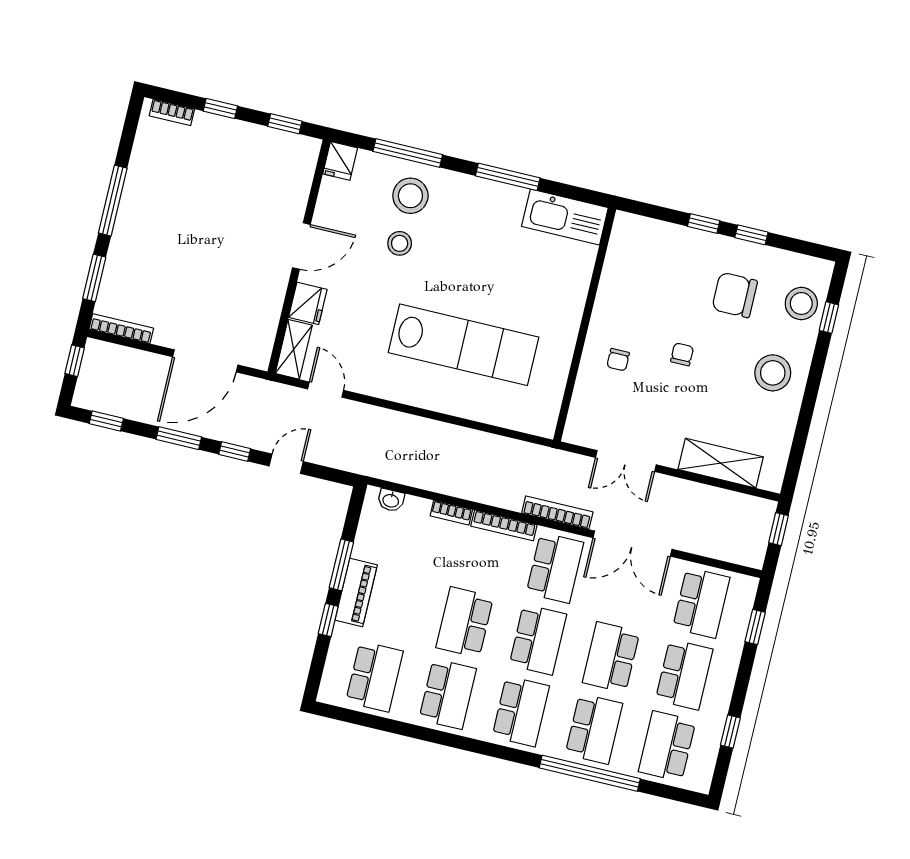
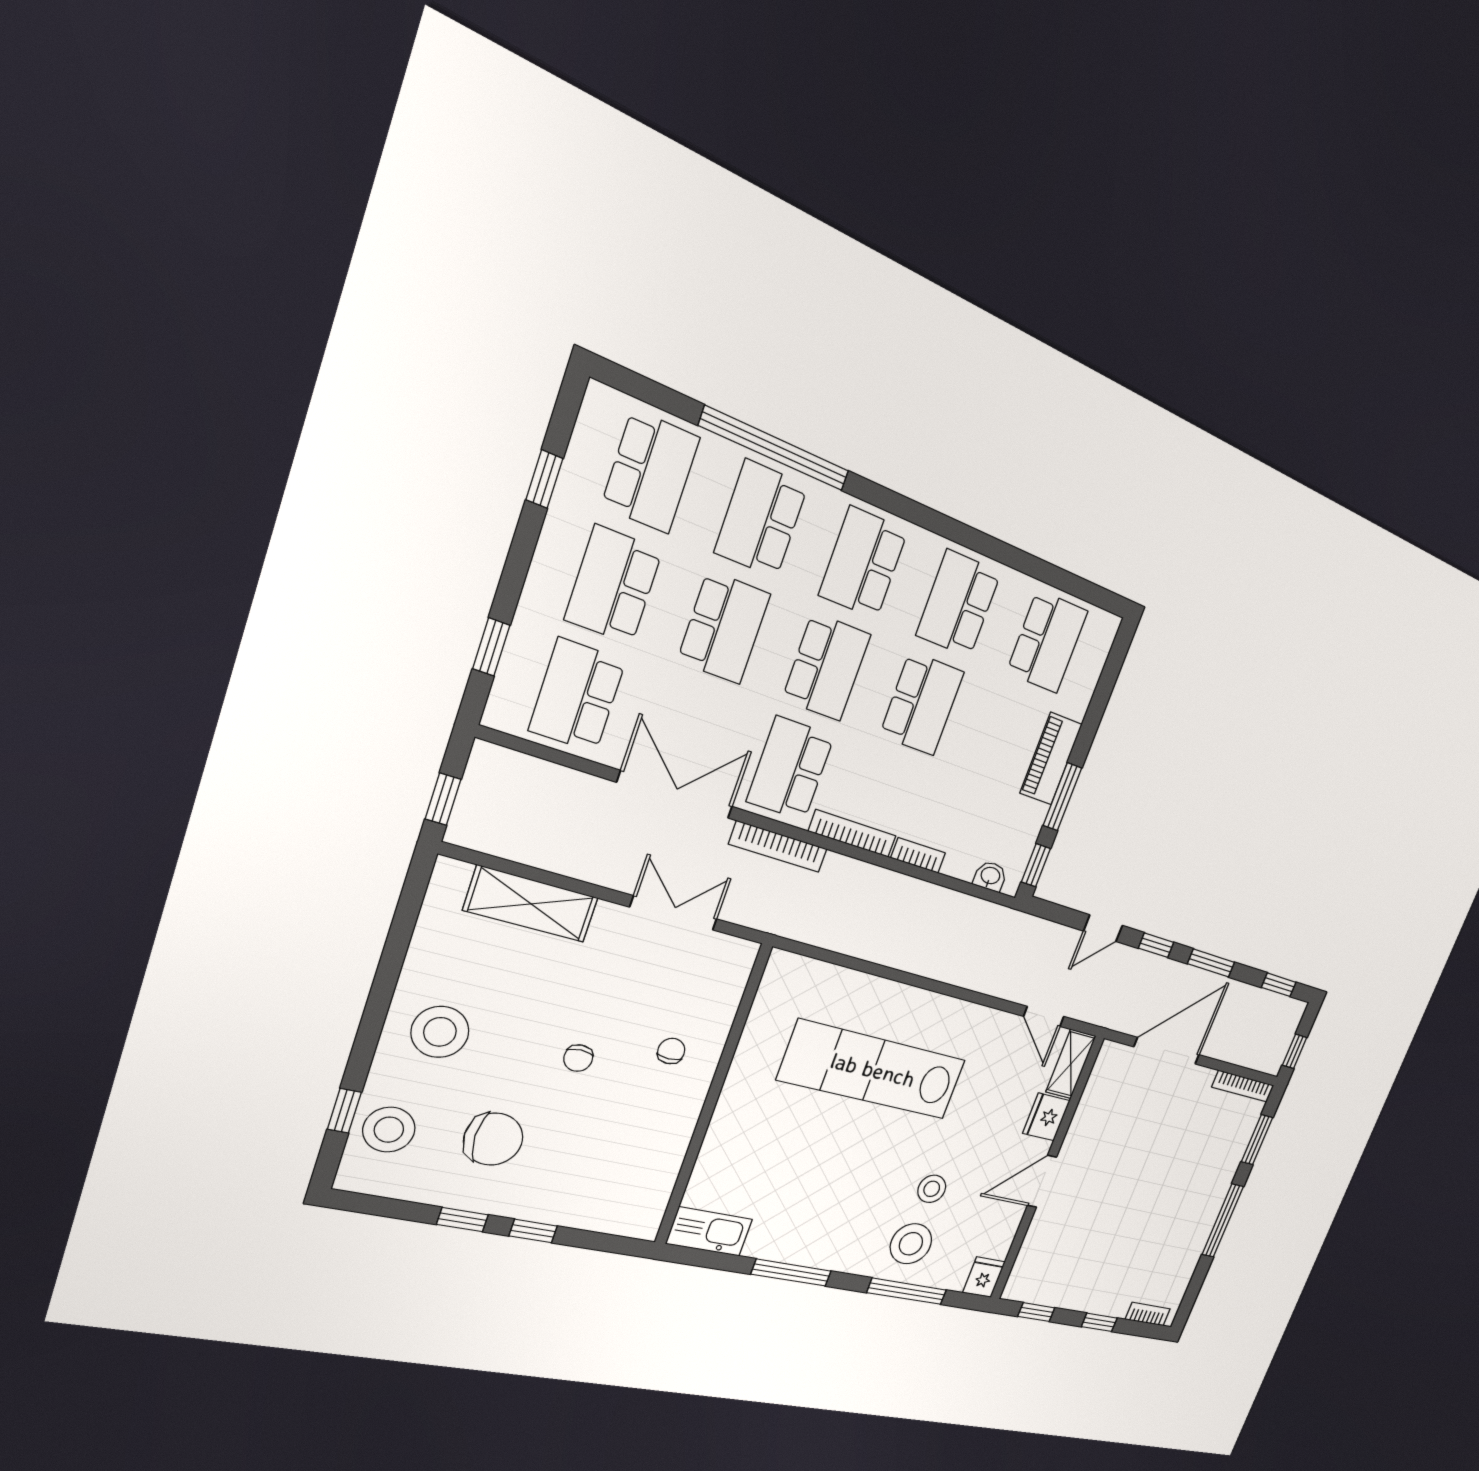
kitchen sink: (565, 217) -> (709, 1232), width x0.73, depth x0.81
window: (328, 620) -> (1036, 865), moved
school desk: (538, 640) -> (826, 667), turned 180
school desk: (374, 677) -> (1047, 642), turned 180

